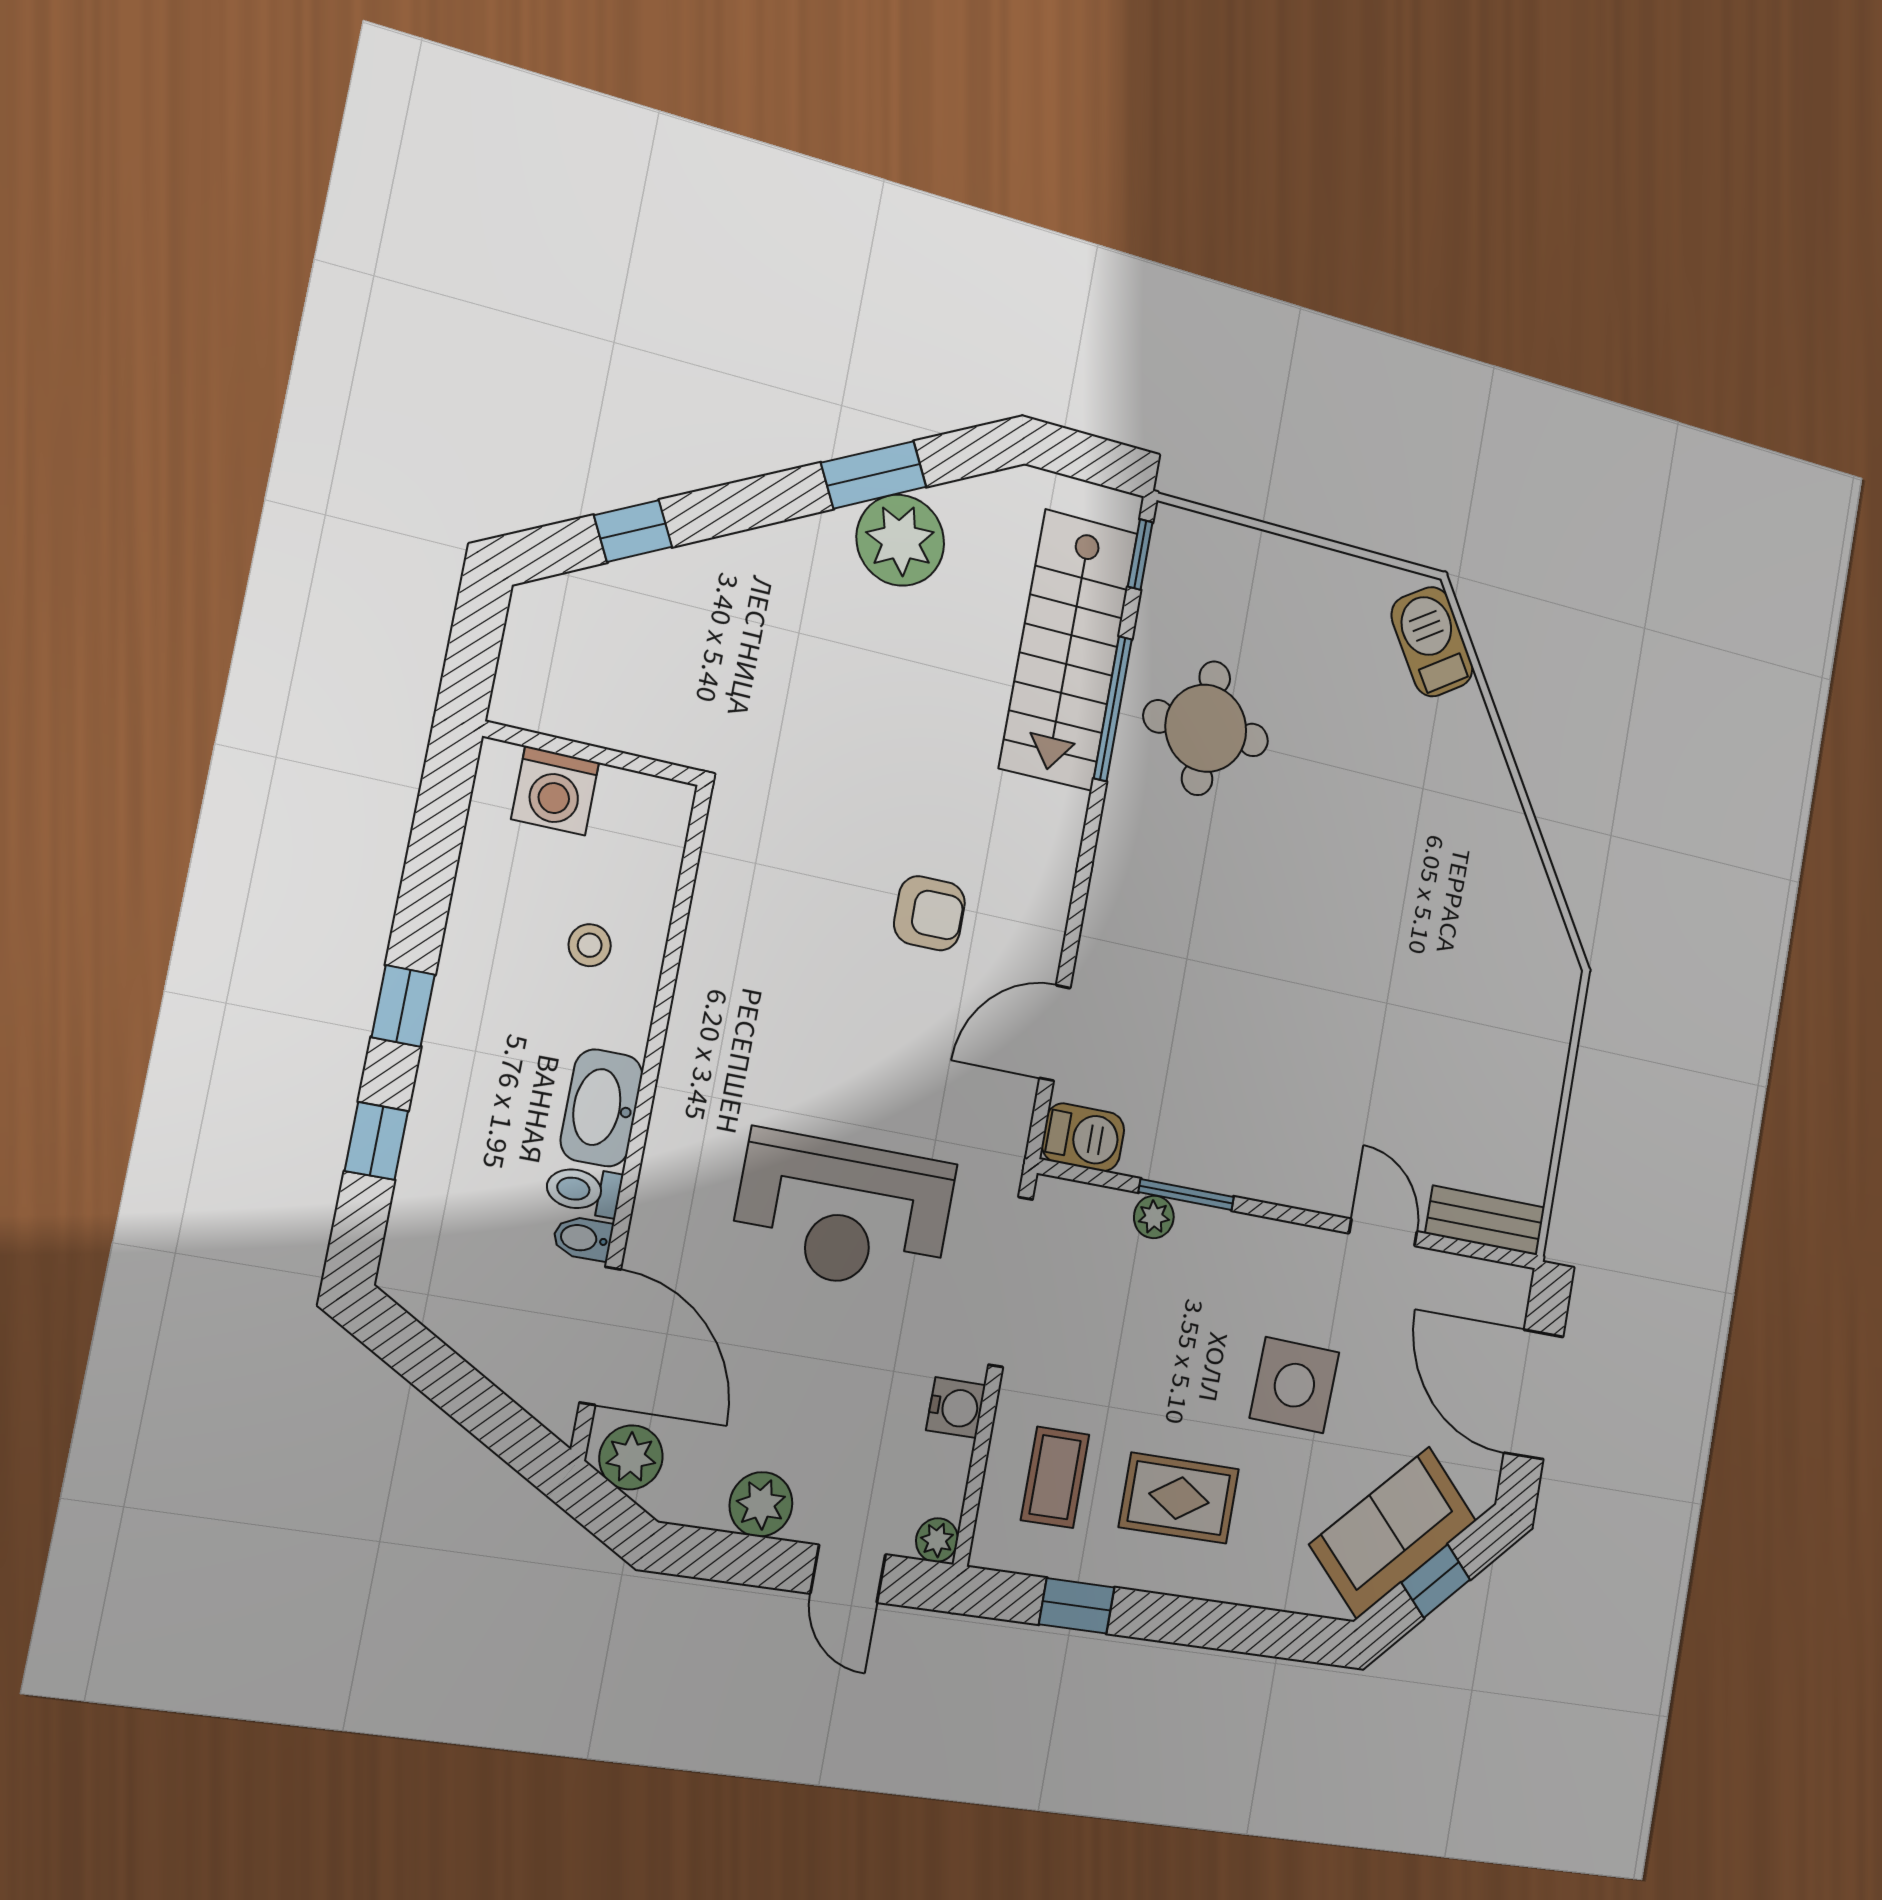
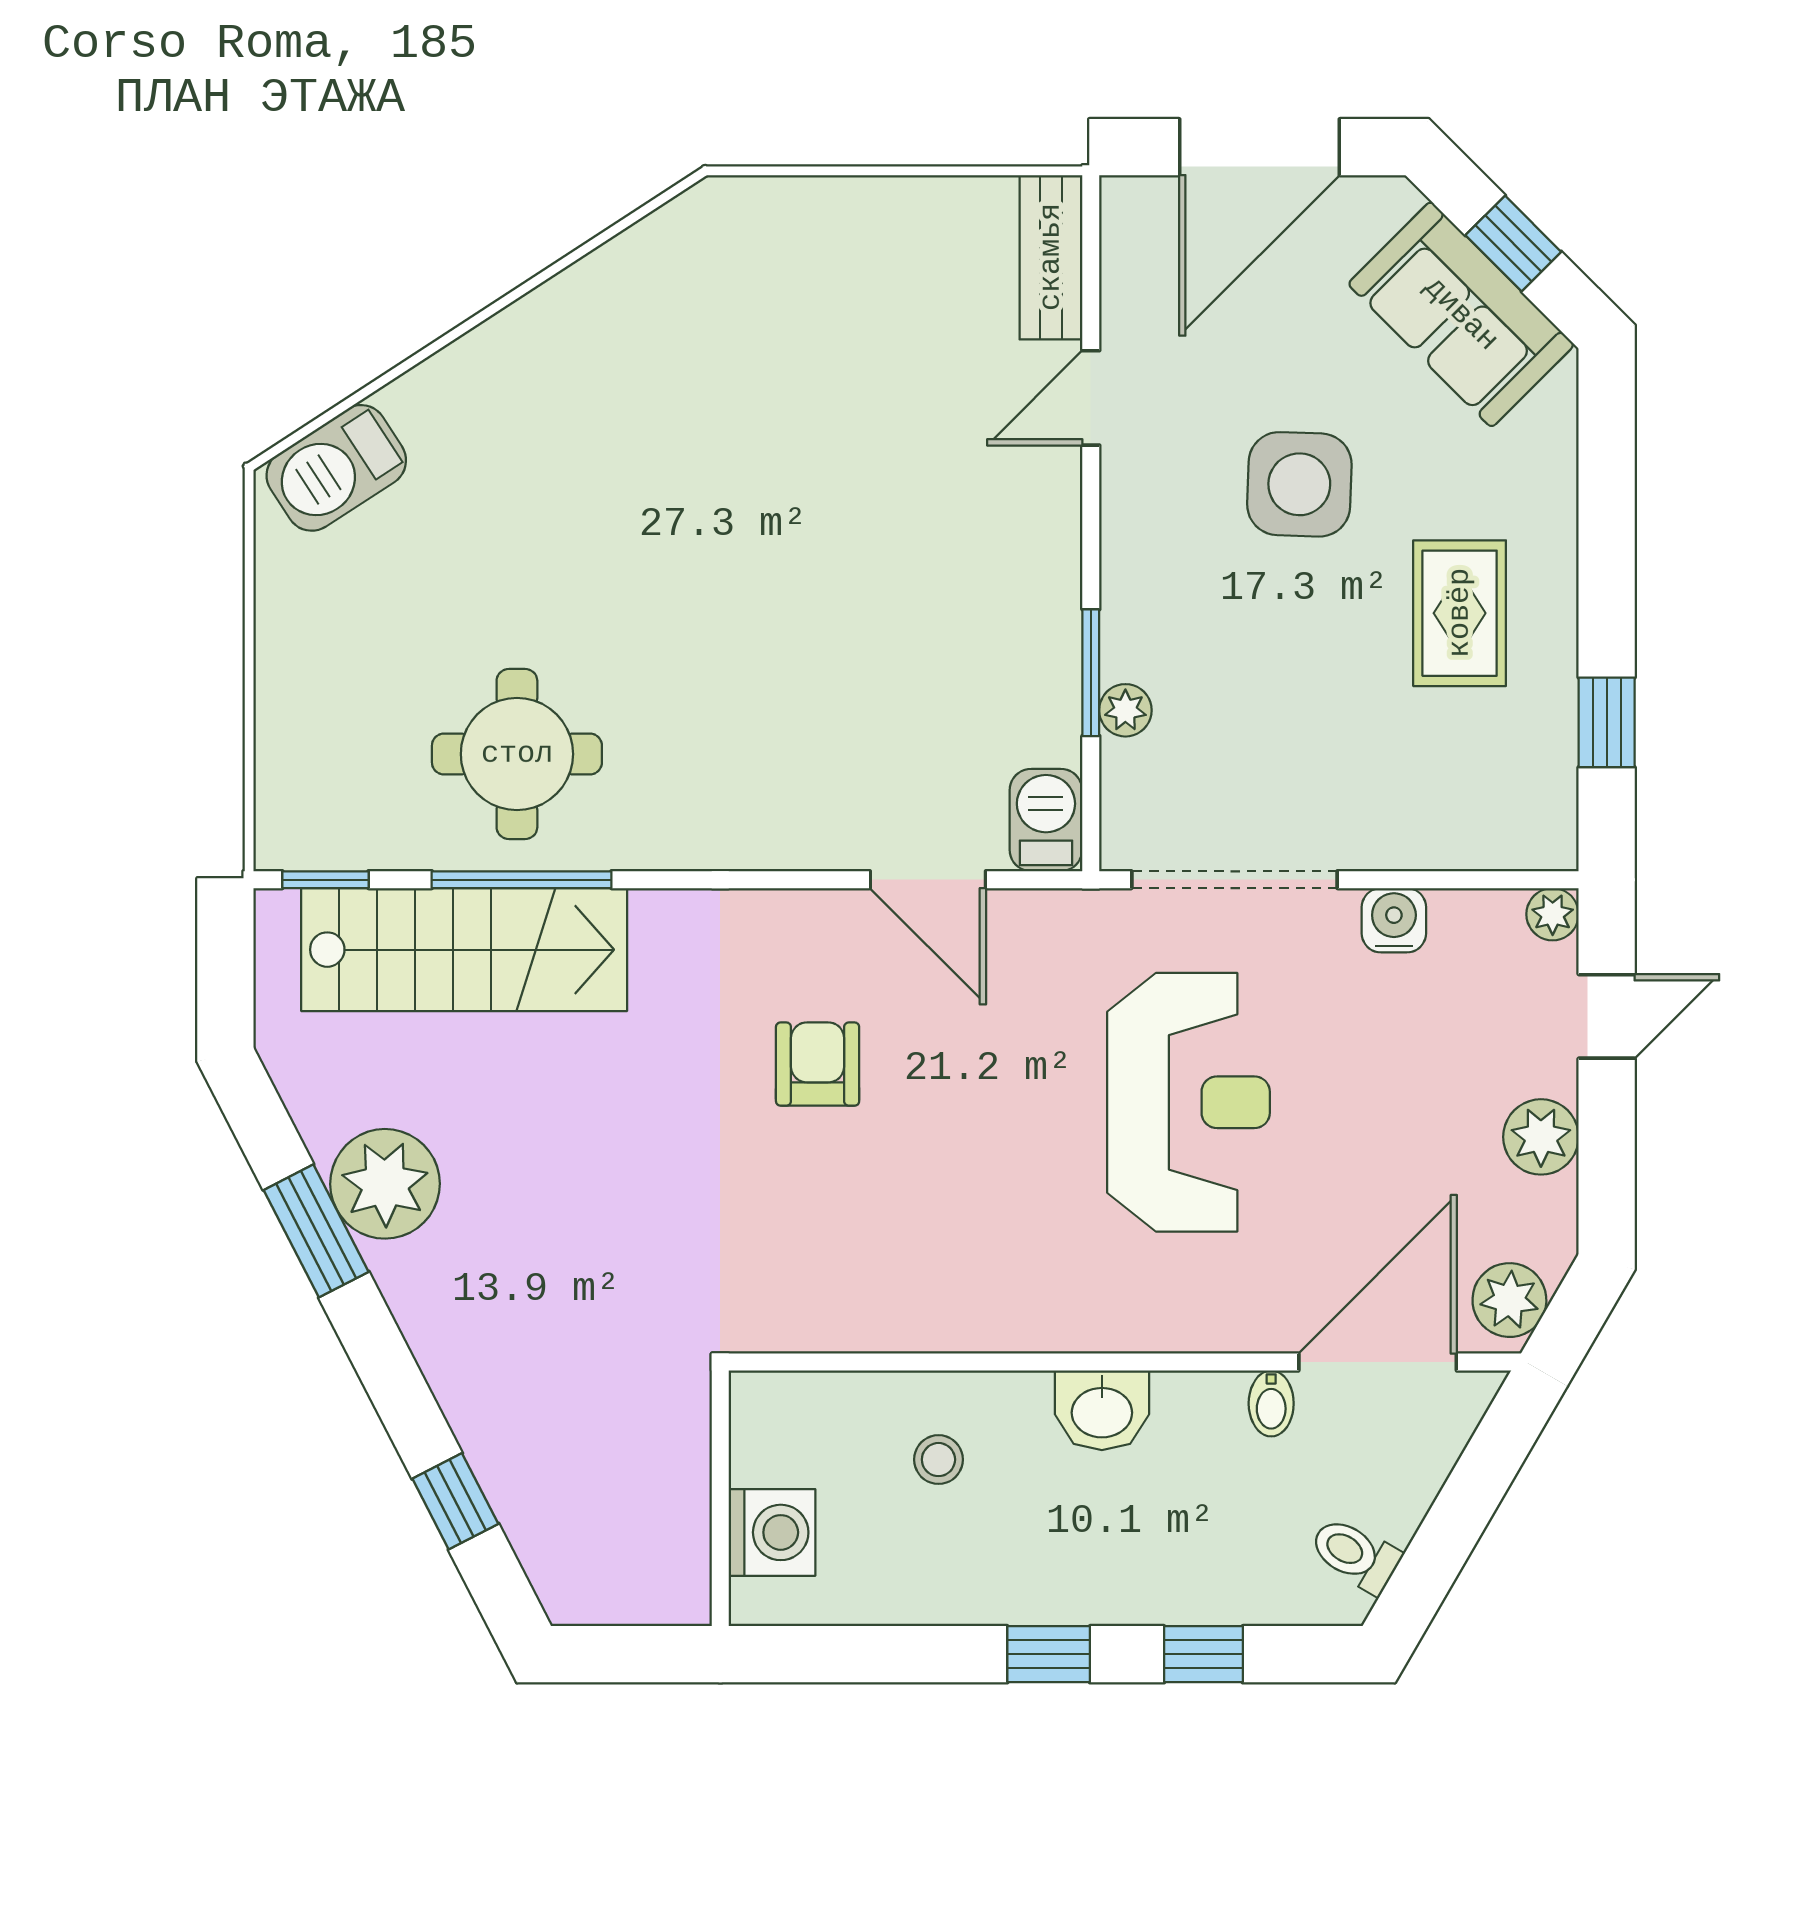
washbasin: (602, 1108) -> (1102, 1410), width x0.72
toilet: (583, 1190) -> (1355, 1555), moved, turned 120
coffee table: (1055, 1477) -> (1458, 779), removed

